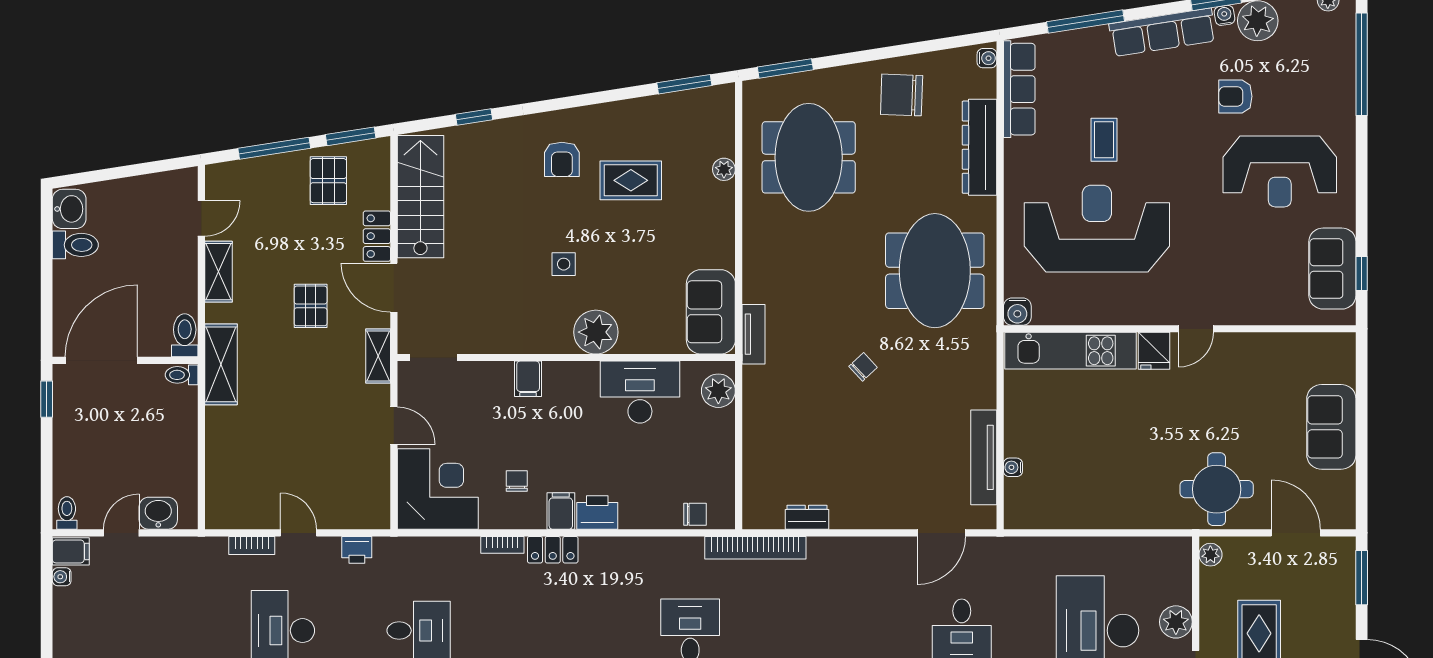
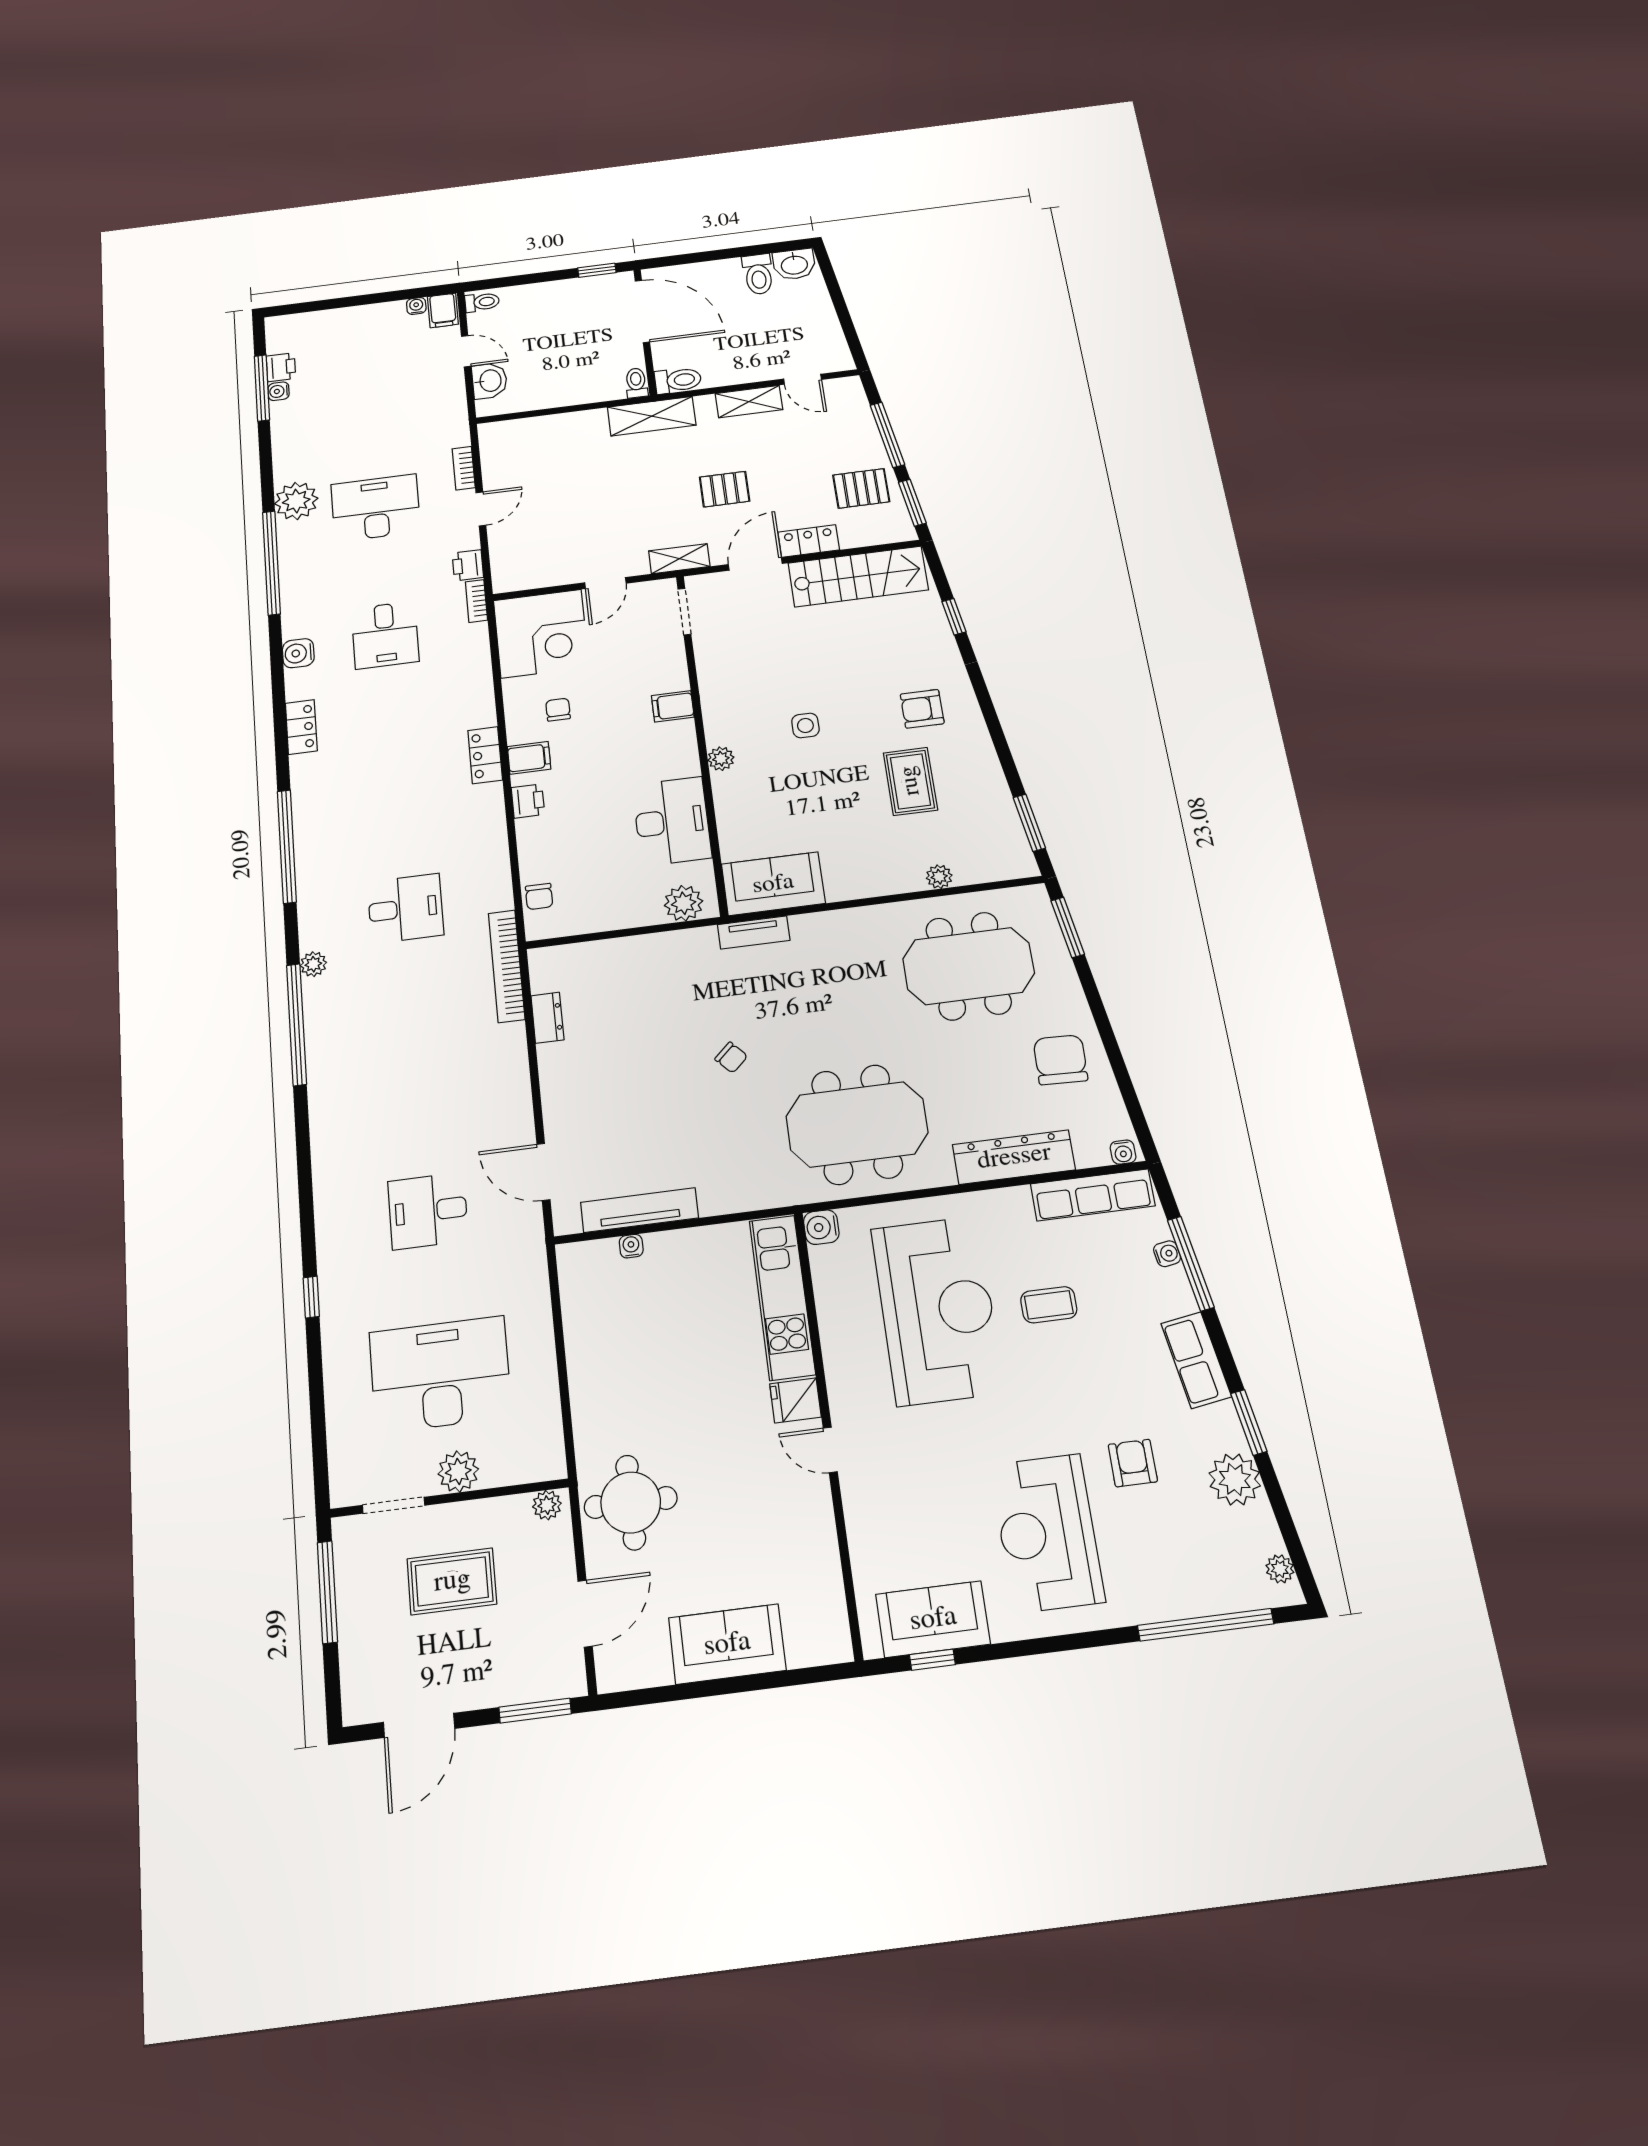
water cooler: (1224, 15) -> (1167, 1254), moved
row of seats: (1163, 32) -> (1196, 1360), width x0.68
plant: (596, 332) -> (721, 759), width x0.53, depth x0.53
chair: (517, 481) -> (558, 710), turned -90
printer: (597, 512) -> (528, 801), width x0.73, depth x0.81
bookcase: (502, 545) -> (476, 601), moved

